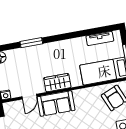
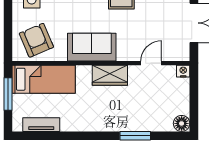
sofa: (56, 104) -> (92, 47), moved

